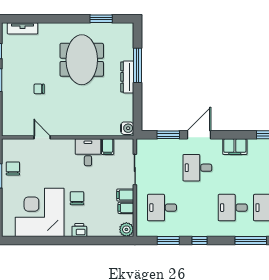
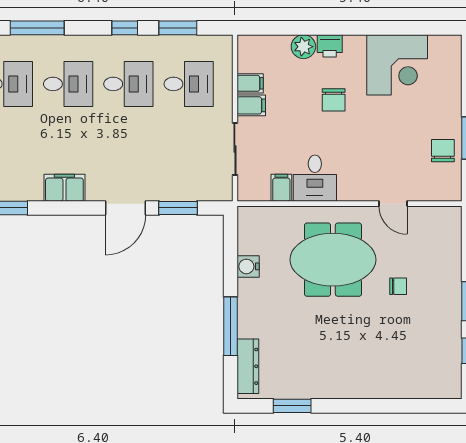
tv unit: (23, 28) -> (426, 389), removed
meeting table: (82, 60) -> (333, 260), moved, turned 90
dresser: (127, 77) -> (248, 366), moved
water cooler: (127, 128) -> (248, 266), moved
chair: (13, 168) -> (443, 151), turned 180
desk: (197, 168) -> (128, 84), moved
corner desk: (40, 212) -> (397, 65), width x0.74, depth x0.74
plant: (126, 229) -> (303, 47), moved

